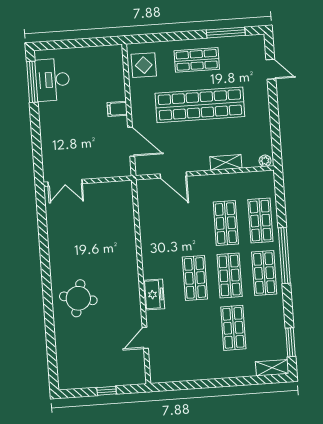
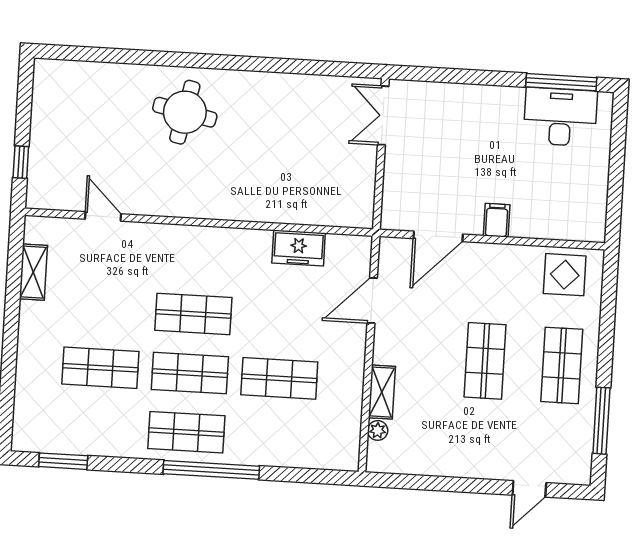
shop shelf: (200, 105) -> (485, 361), width x0.50, depth x0.74
plant: (265, 161) -> (378, 430), moved
shop shelf: (260, 221) -> (276, 437), removed
freezer: (154, 294) -> (299, 248), moved
shelving: (272, 368) -> (33, 272), moved
window: (107, 391) -> (21, 162), moved

